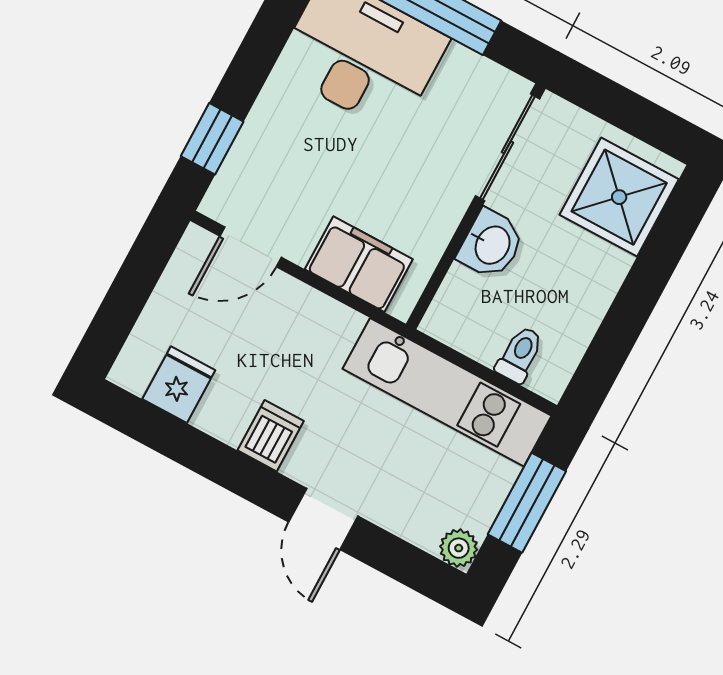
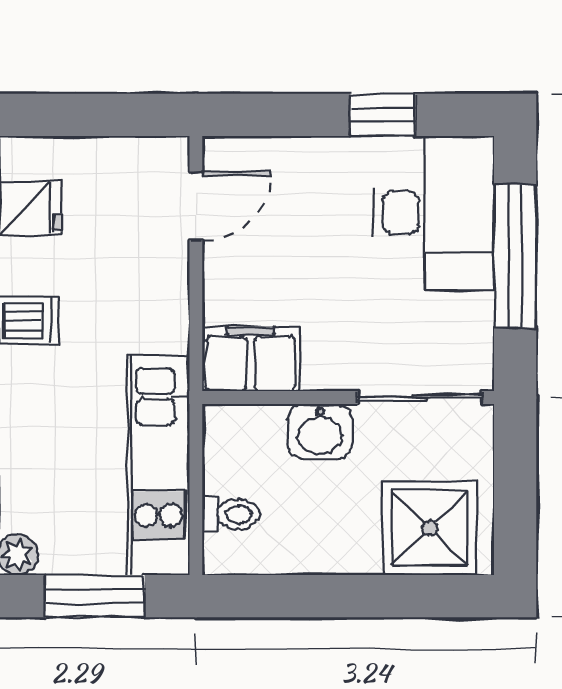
window: (212, 139) -> (383, 115), moved
door: (251, 247) -> (196, 206), swing flipped
filing cabinet: (359, 264) -> (251, 359), moved, turned -90

